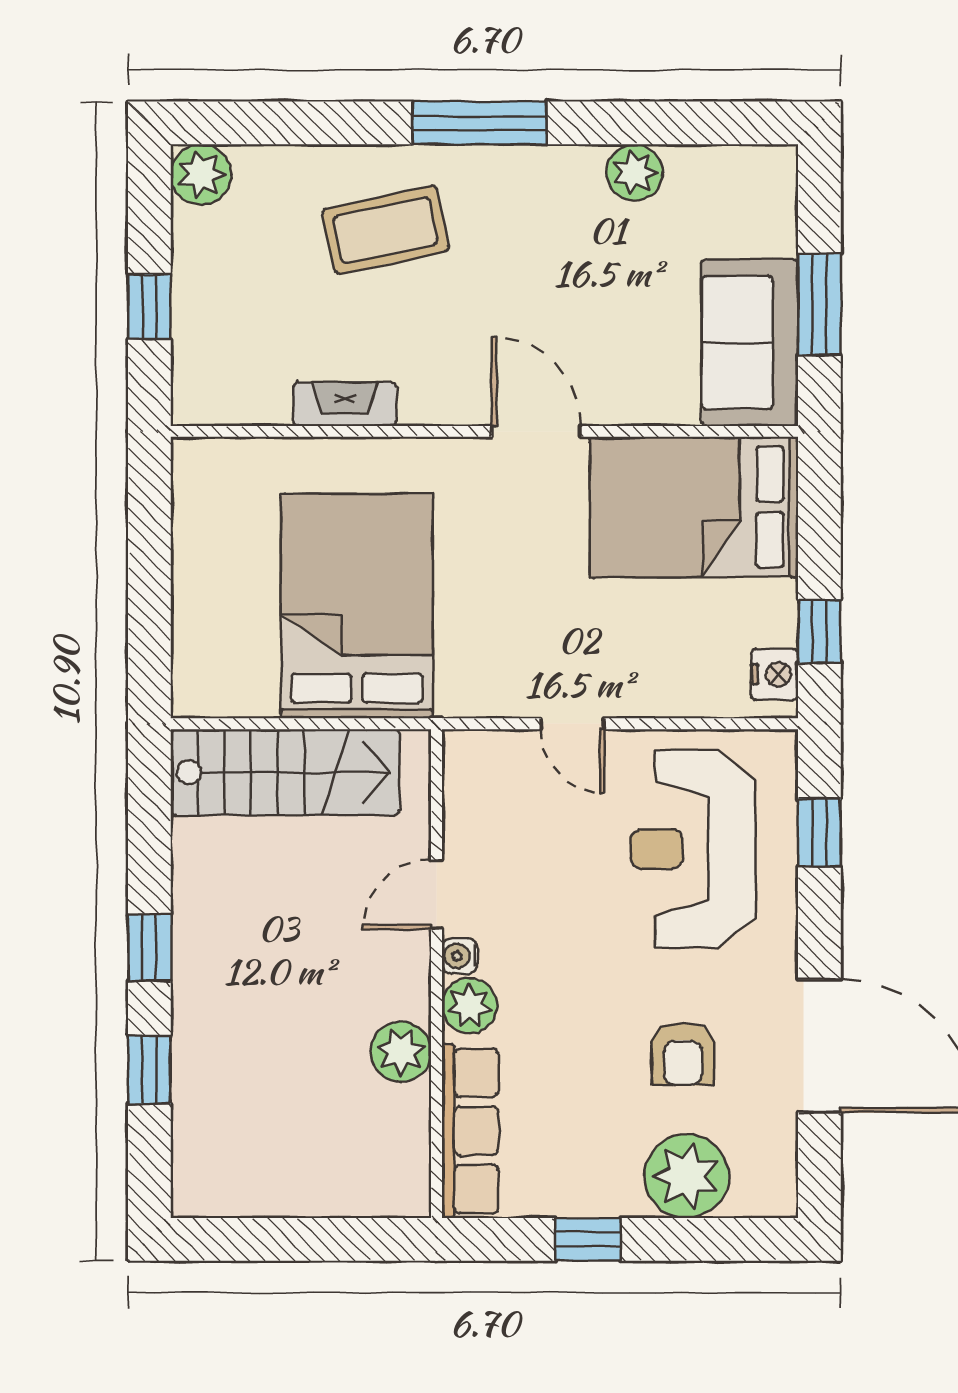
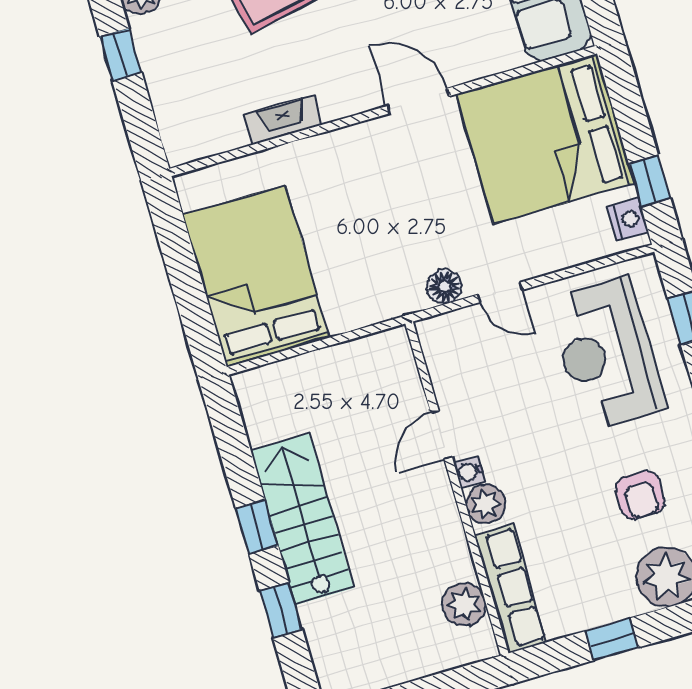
window: (149, 306) -> (121, 55), moved
bed: (694, 507) -> (545, 139), width x1.36
bed: (357, 606) -> (256, 276), moved
floor lamp: (499, 694) -> (444, 287), added
stairs: (285, 772) -> (302, 519), moved, turned -90
plant: (401, 1052) -> (464, 604), moved

